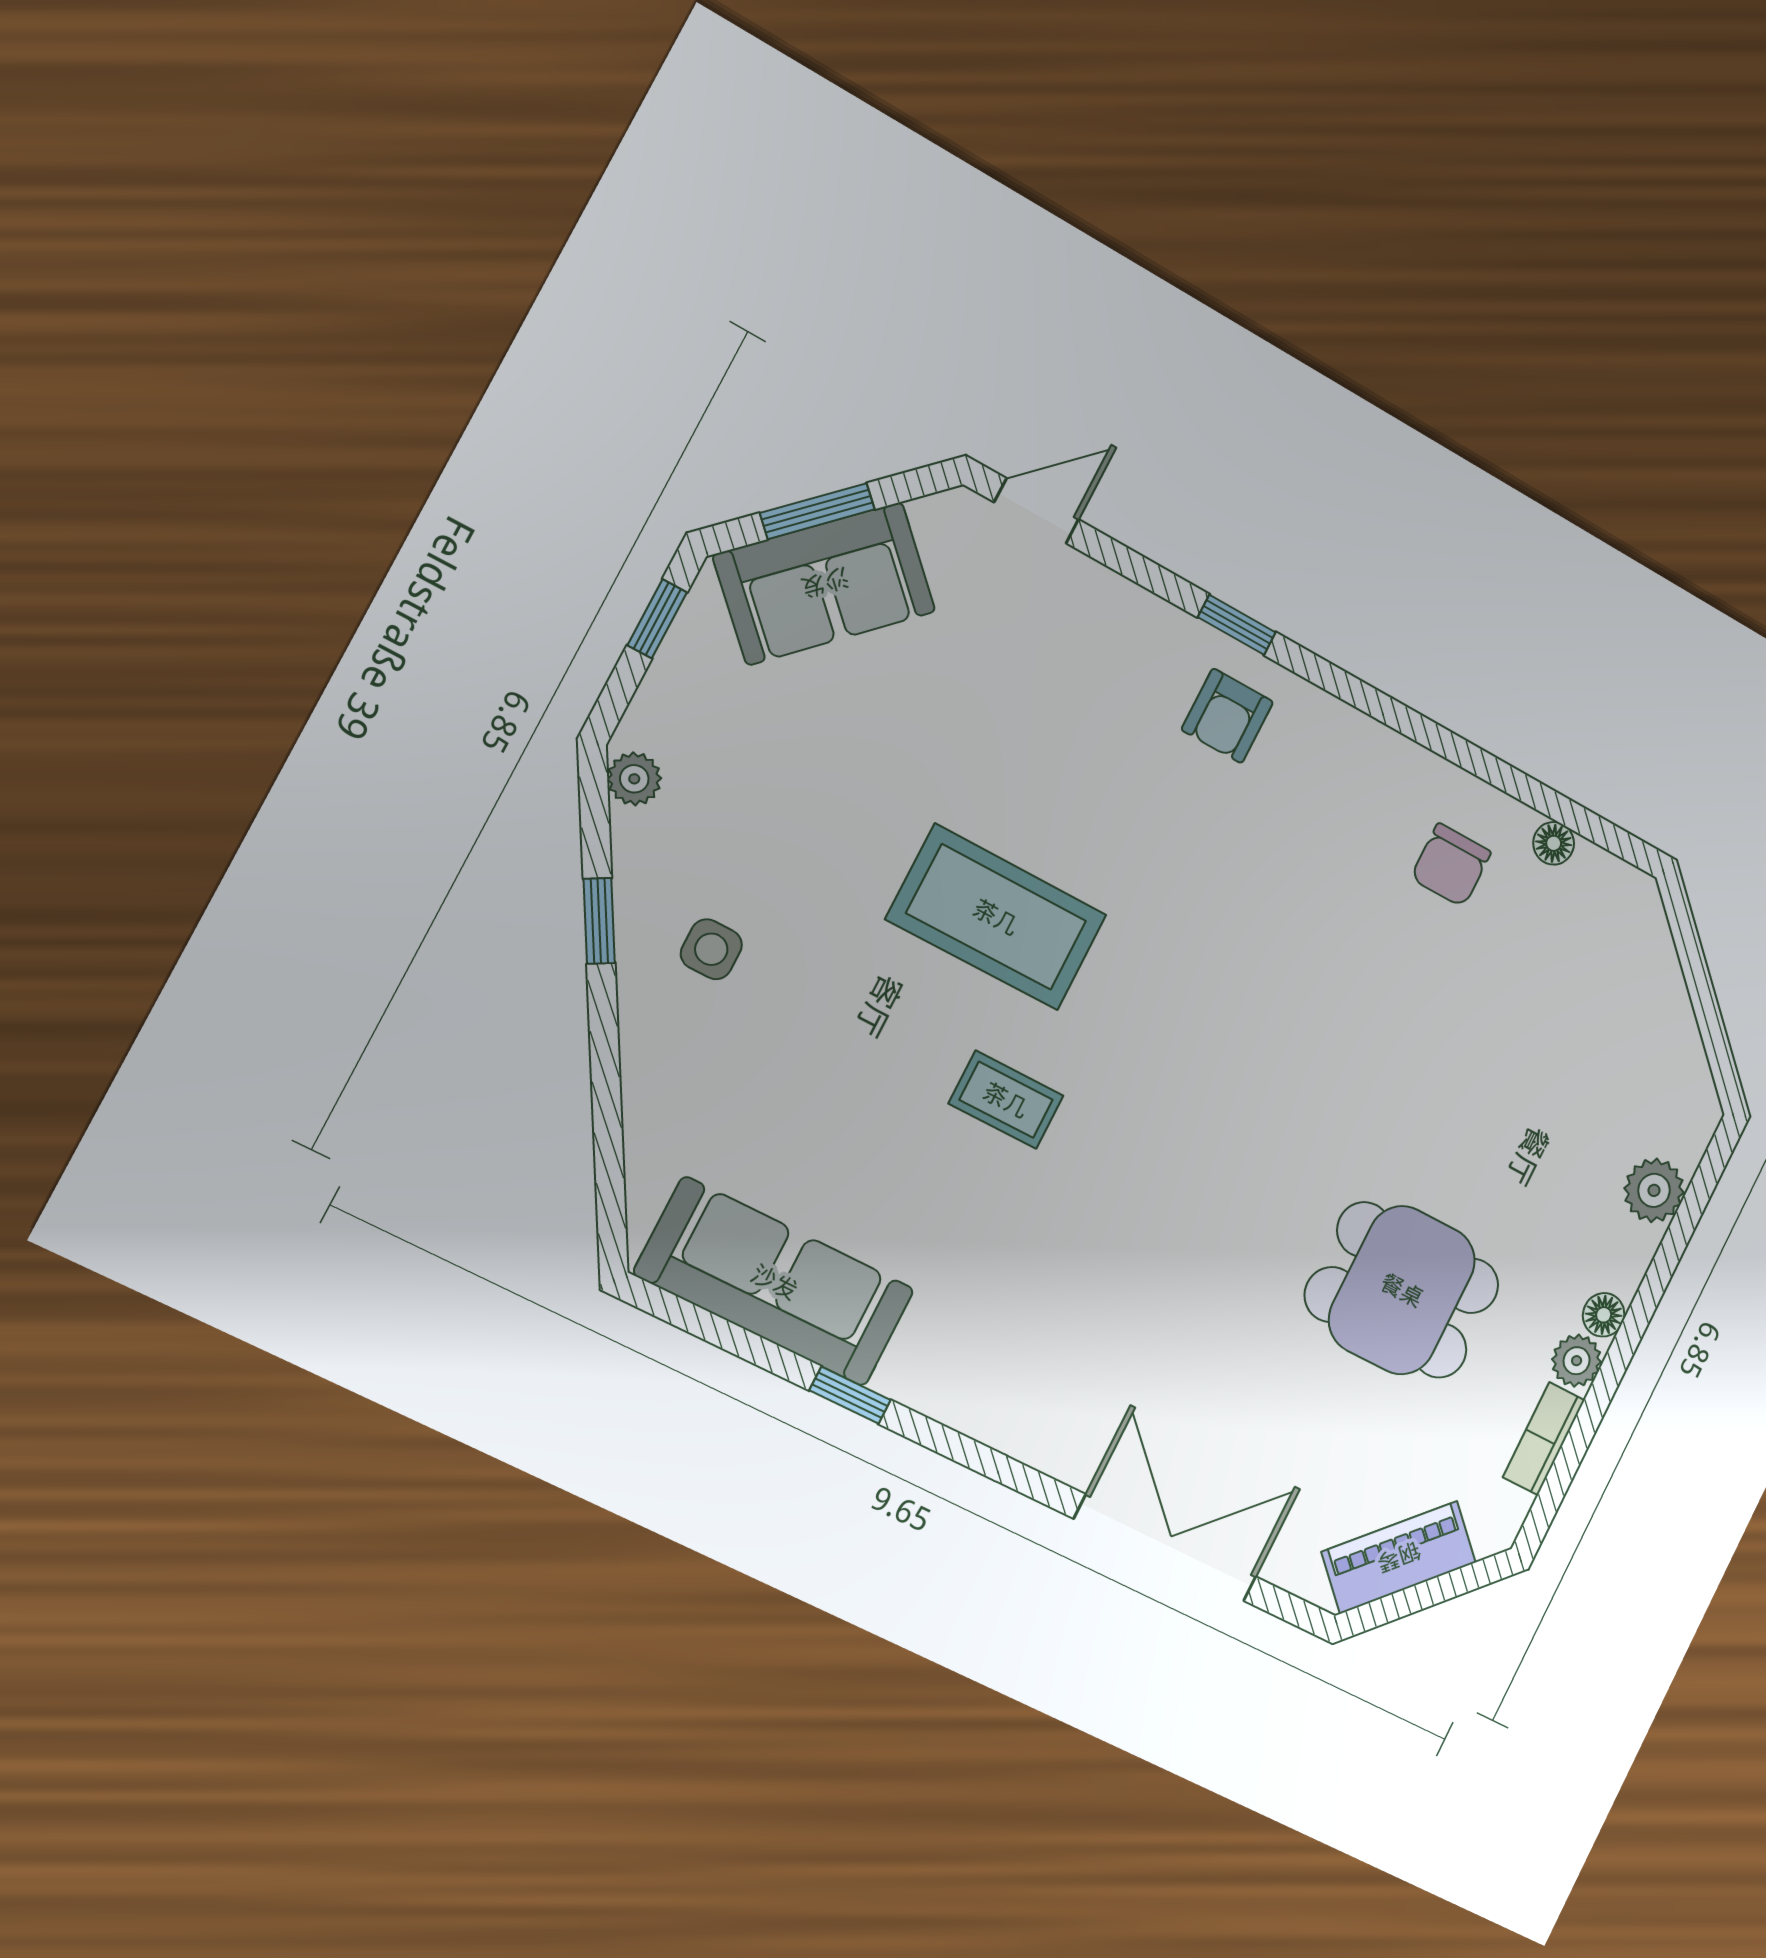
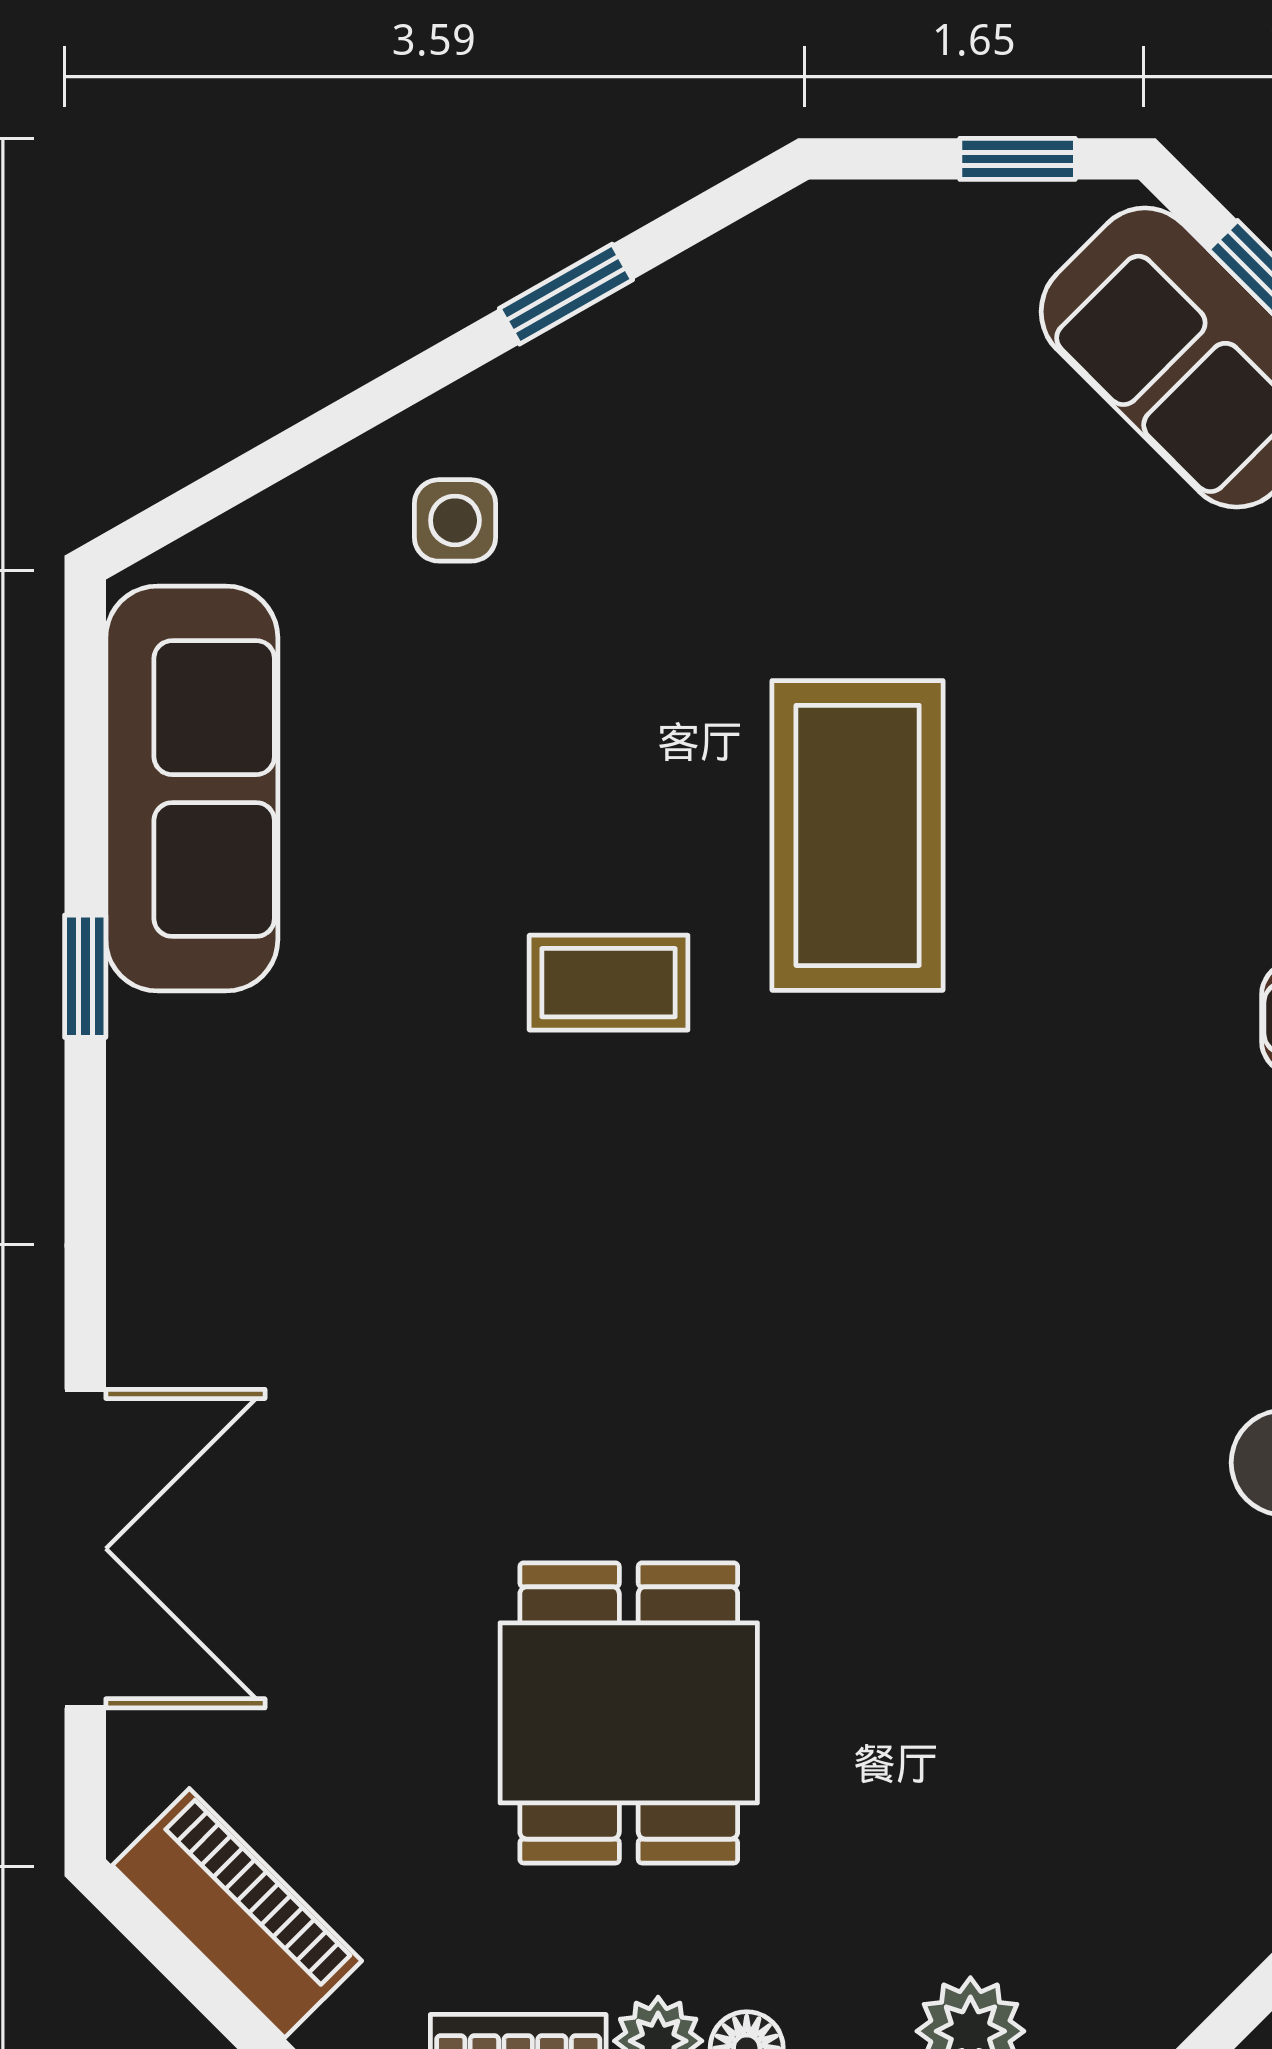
plant: (634, 779) -> (784, 241), removed
side table: (711, 949) -> (455, 520), moved
coffee table: (1006, 1100) -> (609, 983), turned 90

